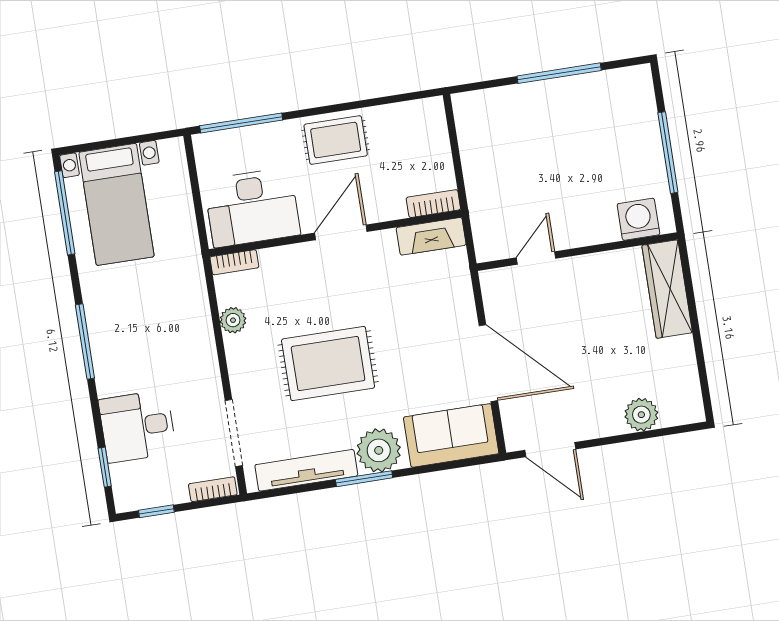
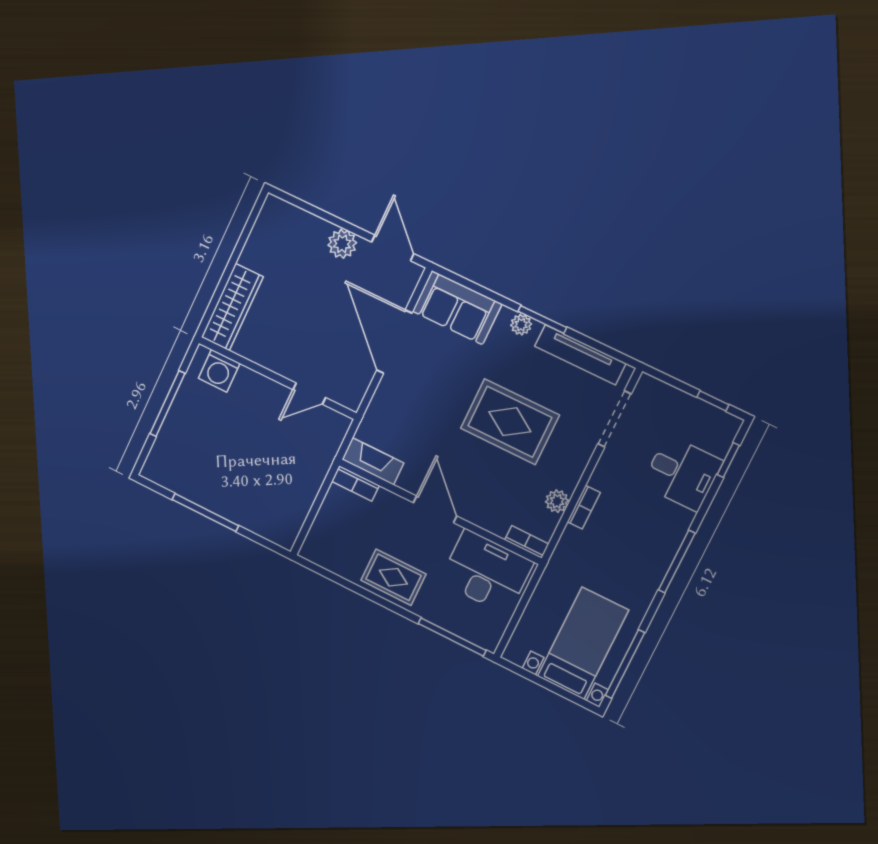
door: (341, 232) -> (435, 509), swing flipped
plant: (641, 415) -> (342, 244), moved
plant: (379, 450) -> (521, 325), width x0.53, depth x0.53
bookcase: (213, 489) -> (584, 507), moved, turned -90

